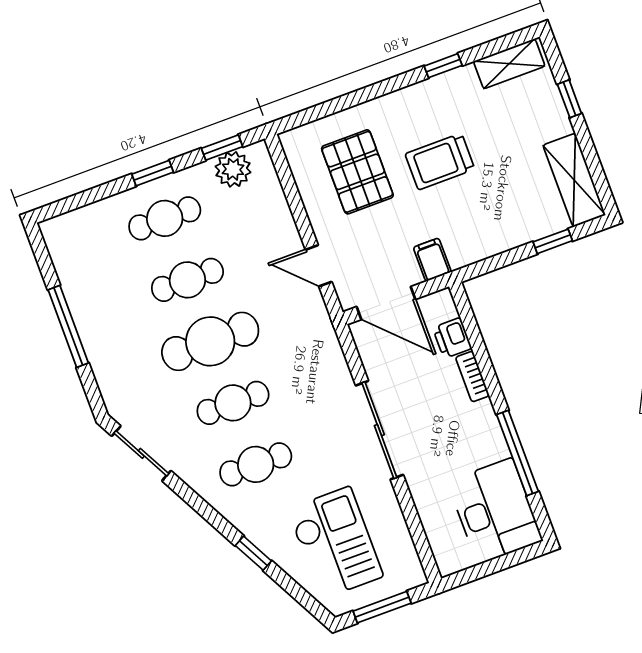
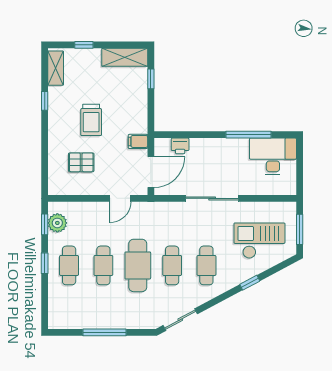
pallet: (357, 172) -> (81, 162), width x0.67, depth x0.71
bookcase: (472, 377) -> (203, 143), removed

